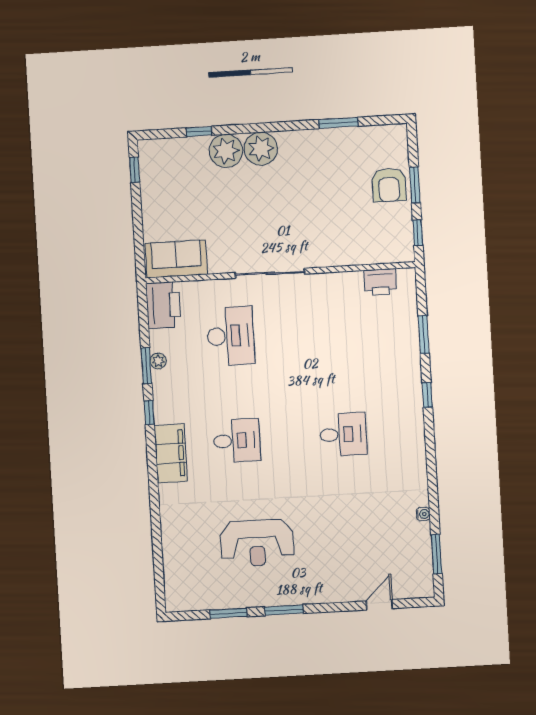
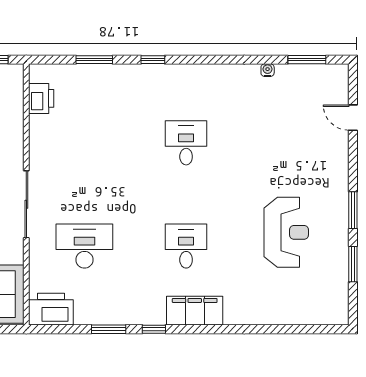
plant: (158, 361) -> (105, 317), removed

